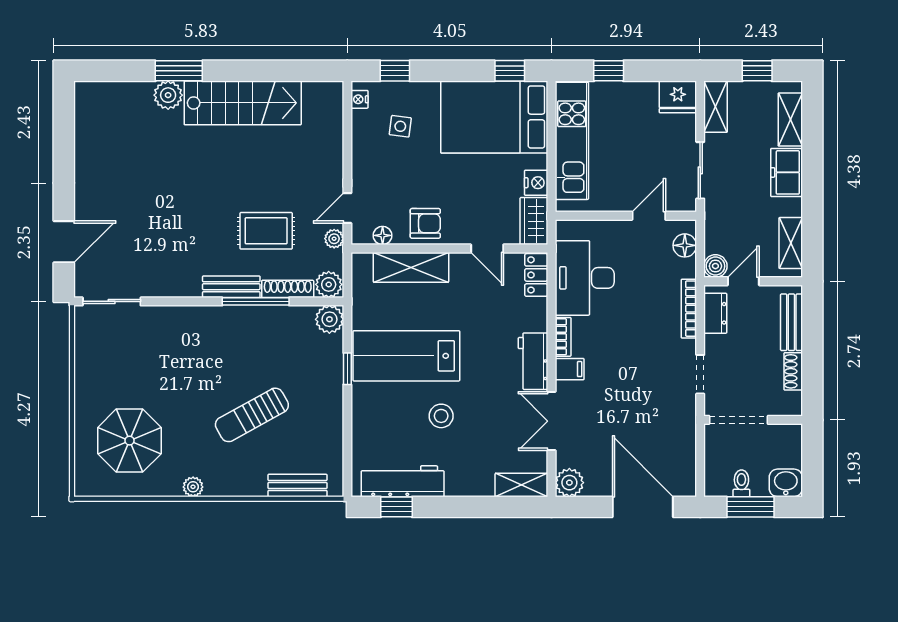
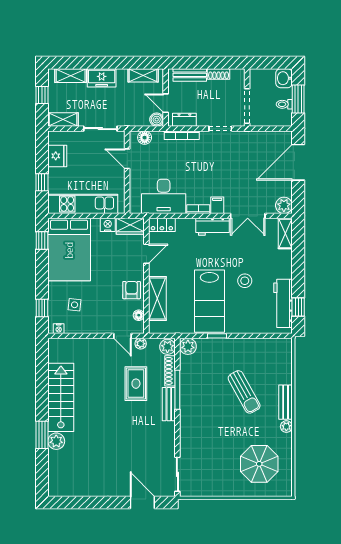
fridge: (678, 97) -> (57, 156), moved
bench: (297, 485) -> (286, 402), moved

